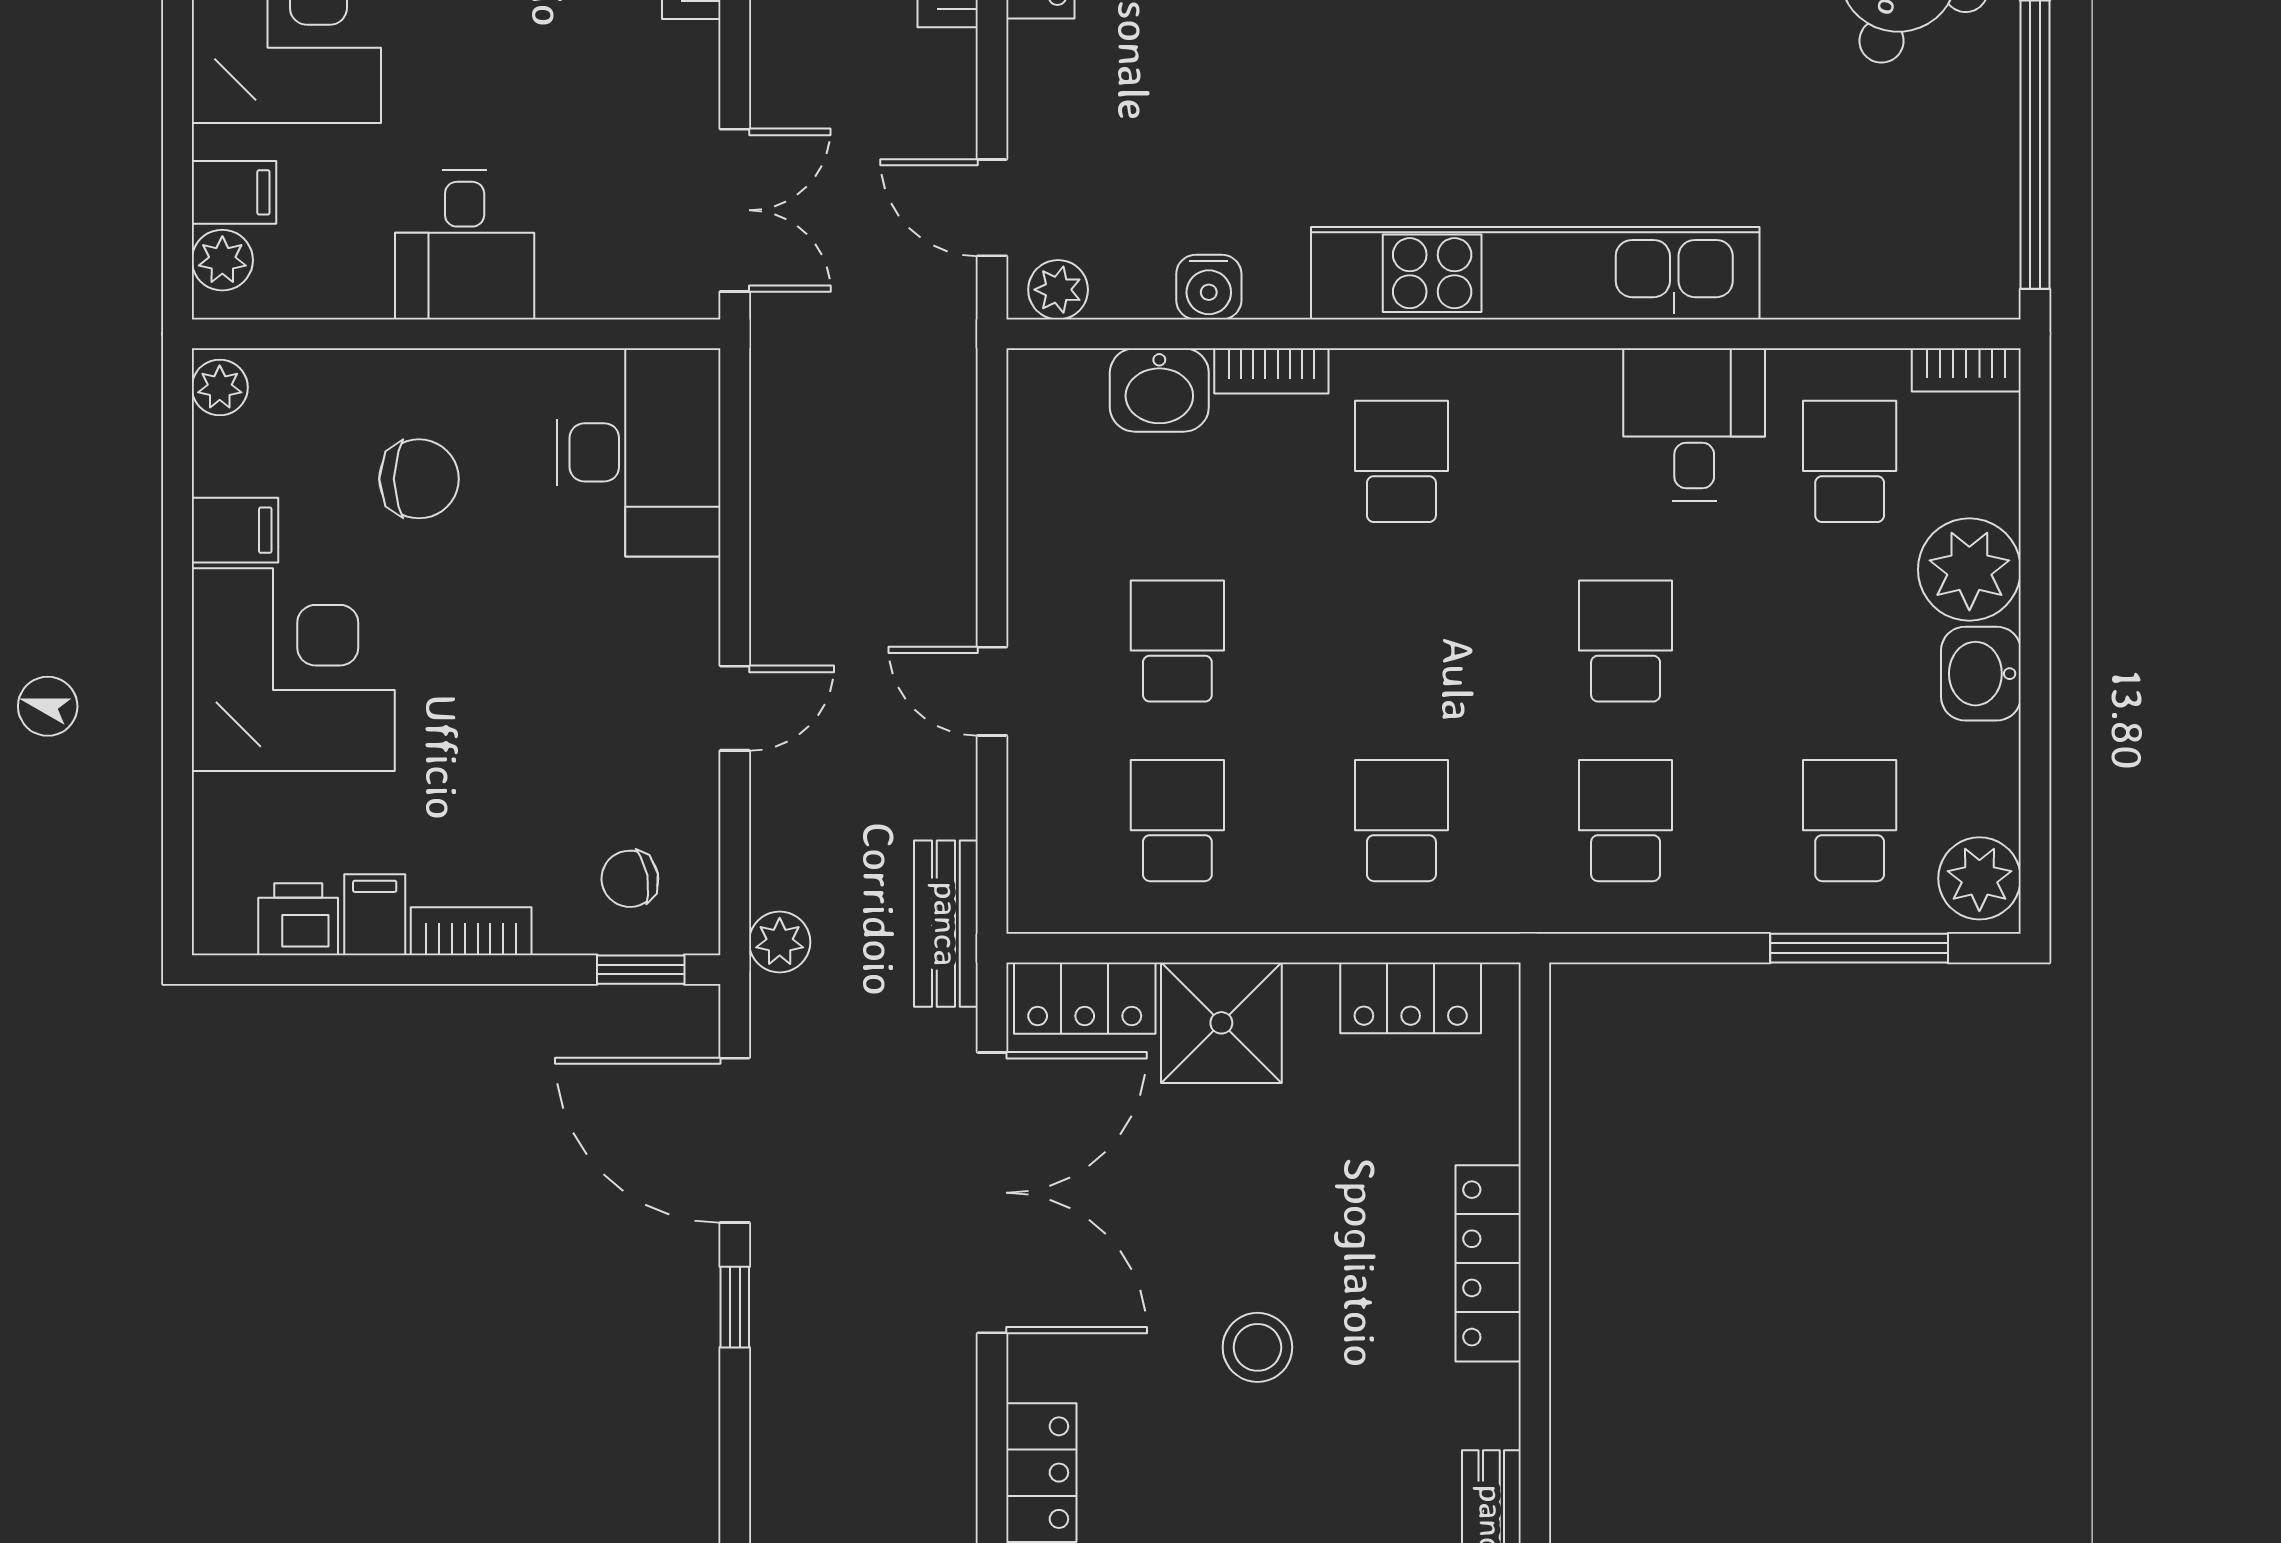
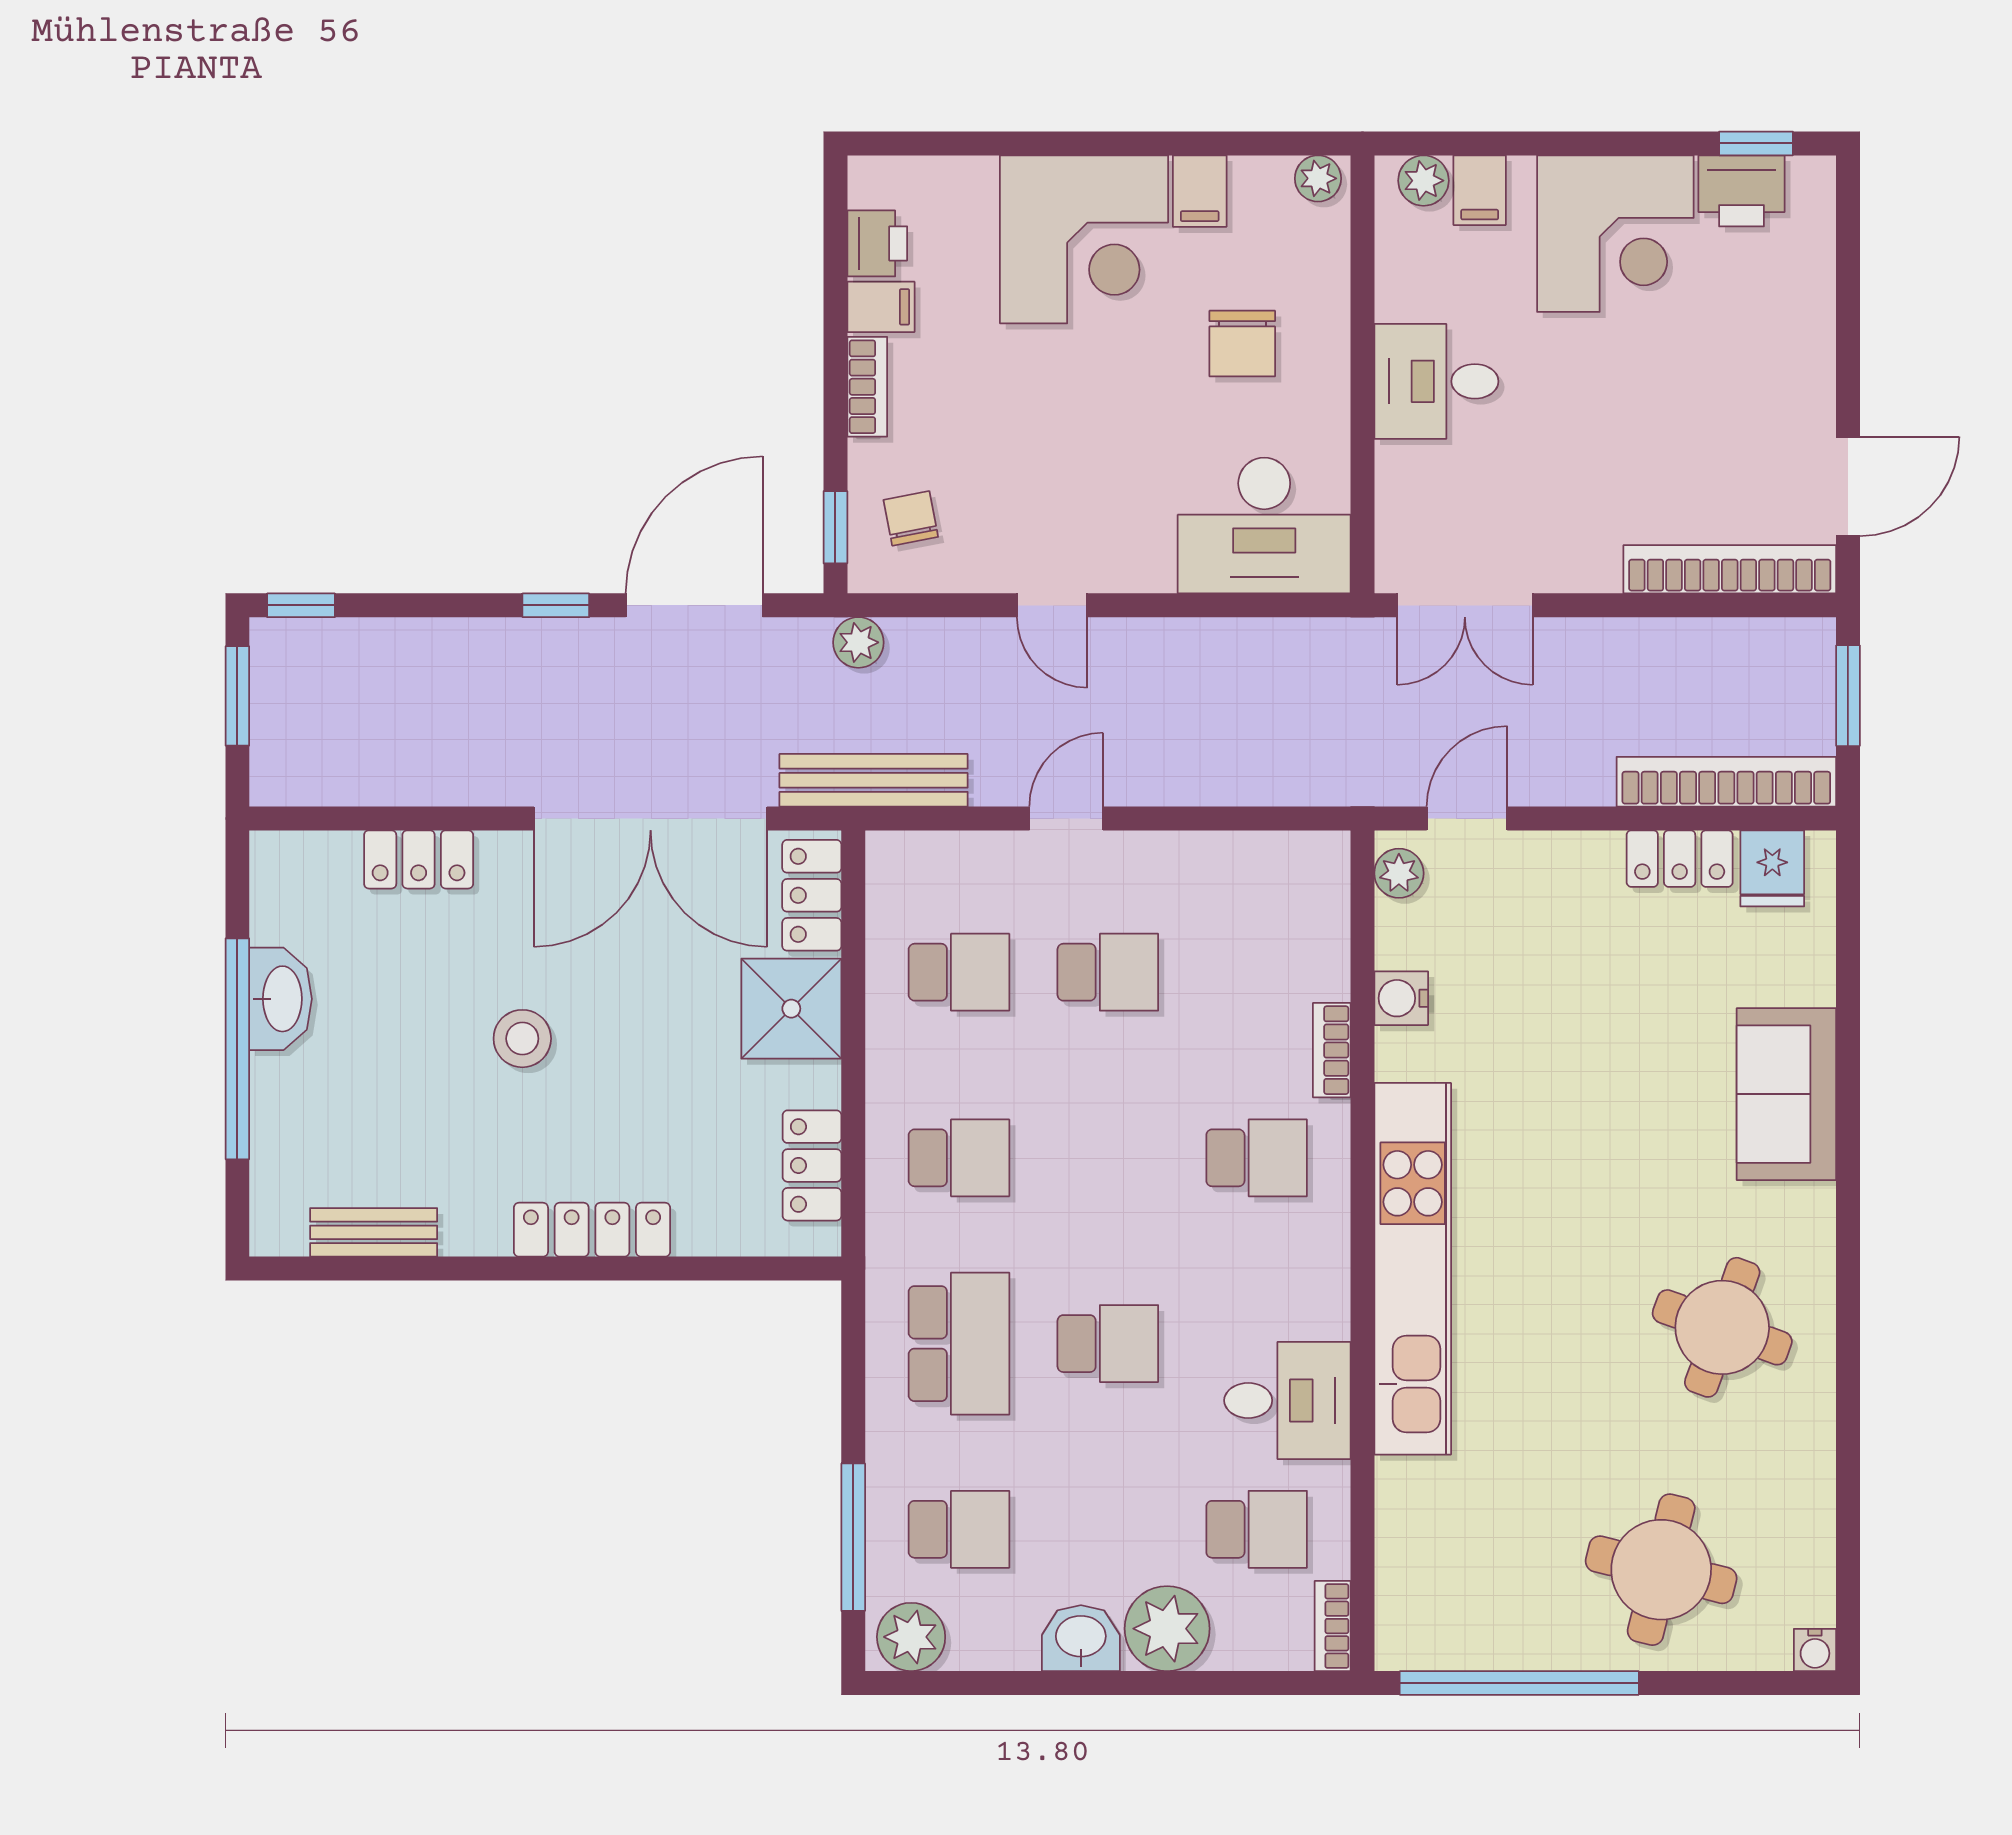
washbasin: (1159, 390) -> (1316, 957), removed
school desk: (1626, 821) -> (959, 1344), width x1.85
bench: (946, 924) -> (874, 780), width x1.36

